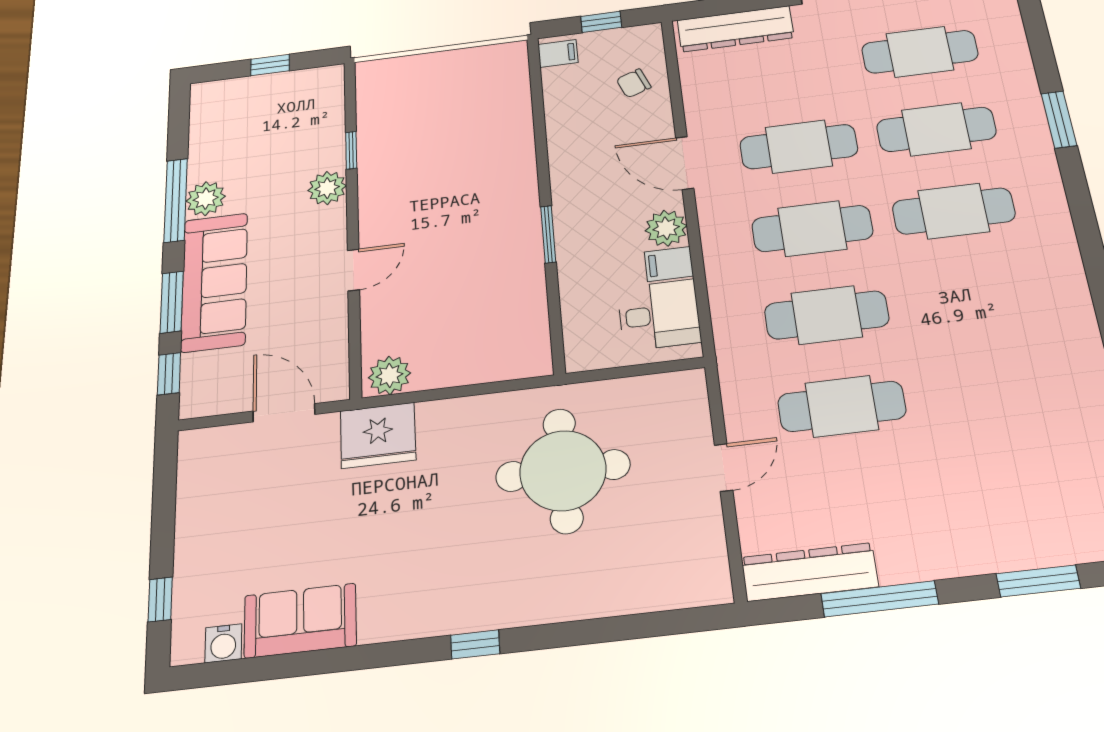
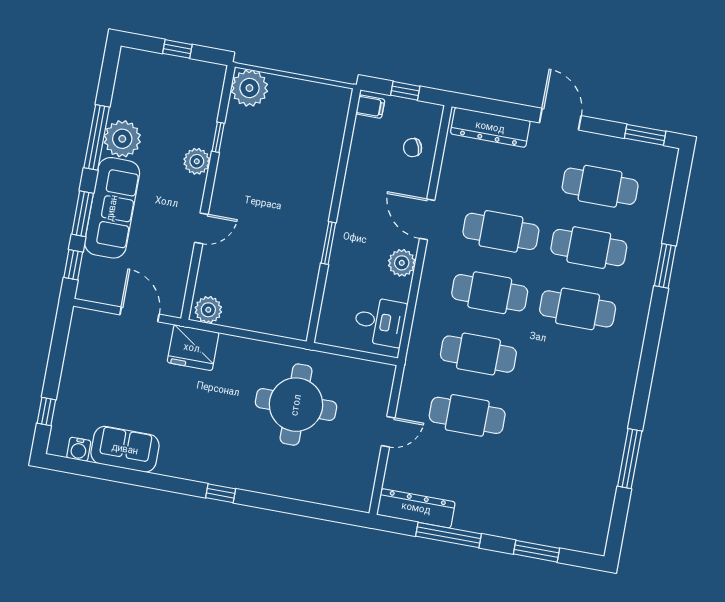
plant: (382, 80) -> (249, 88), added
plant: (206, 199) -> (122, 139), width x1.36, depth x1.36
filing cabinet: (669, 264) -> (396, 289), removed

